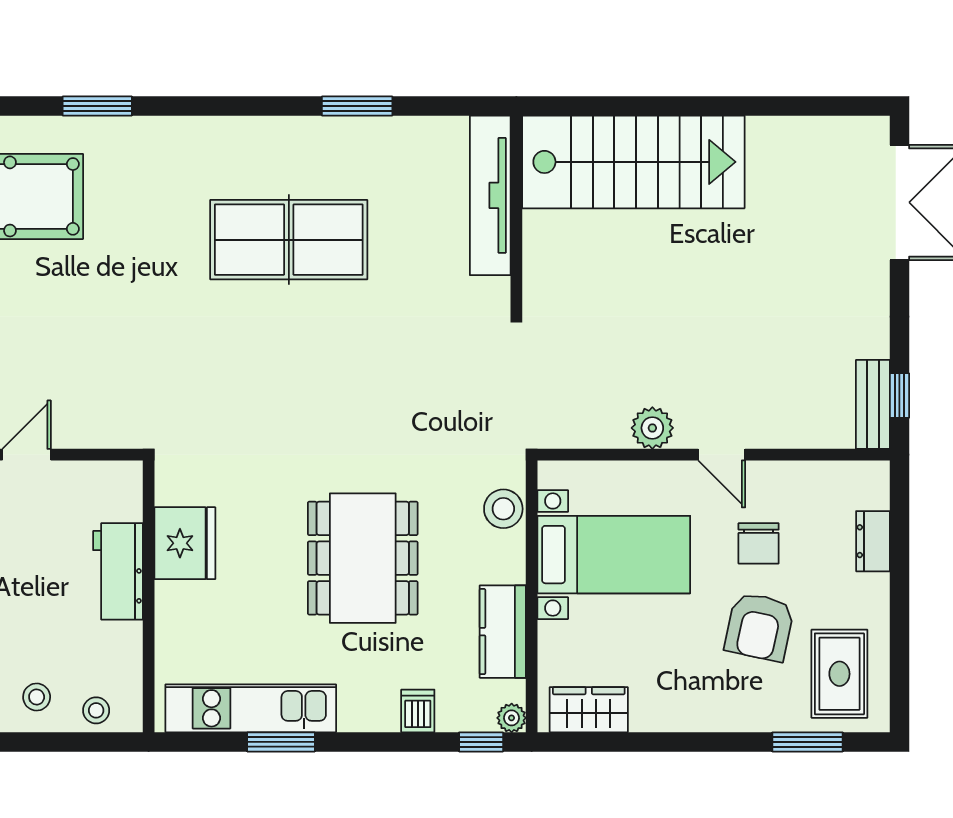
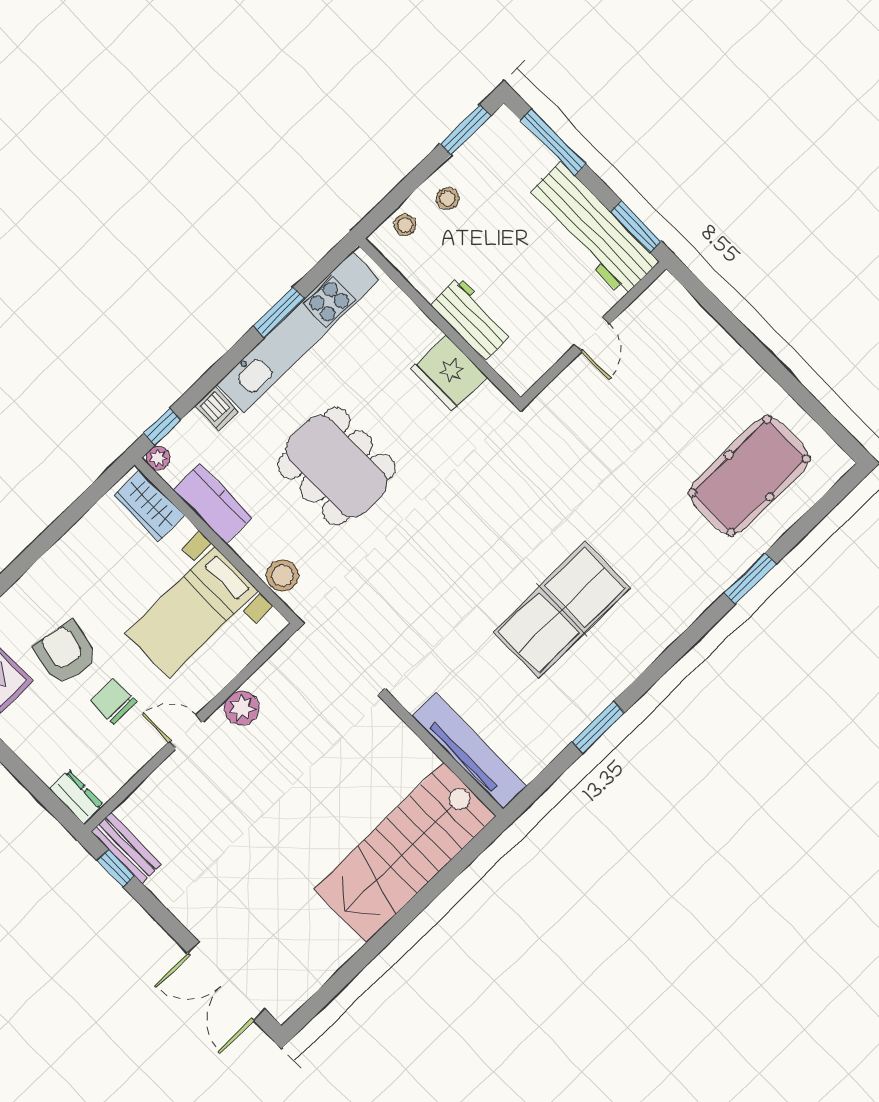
dresser: (873, 541) -> (76, 797), moved
kitchen unit: (251, 708) -> (298, 332), width x1.36
wardrobe: (589, 710) -> (149, 506), moved, turned 90

